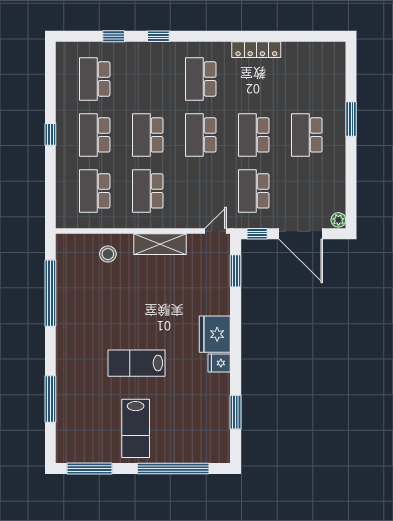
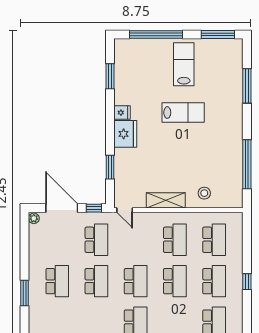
door: (216, 231) -> (125, 210), hinge flipped
window: (235, 271) -> (110, 167), moved

